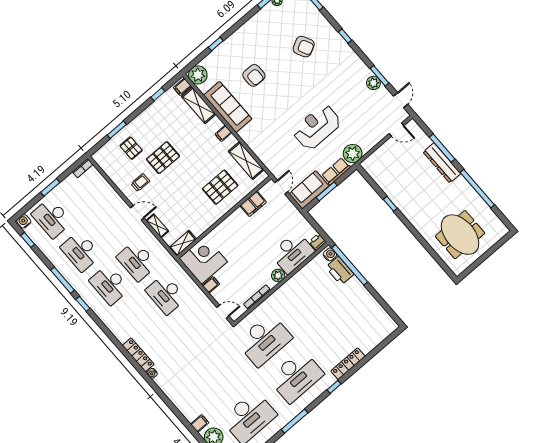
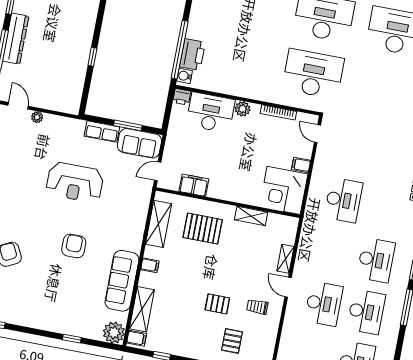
armchair: (254, 75) -> (74, 246), moved
plant: (353, 154) -> (37, 117), moved, width x0.53, depth x0.53
pallet: (163, 158) -> (217, 304), width x0.67, depth x0.71
shelving: (183, 243) -> (251, 216), moved
desk: (137, 261) -> (324, 304), moved

